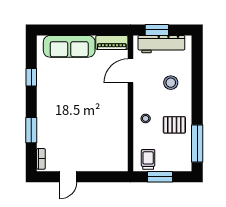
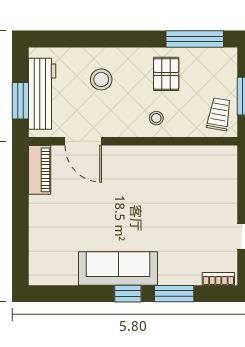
sofa: (69, 46) -> (118, 269), moved, turned -90
window: (31, 77) -> (128, 294), moved
trolley: (148, 159) -> (219, 114), turned 100

